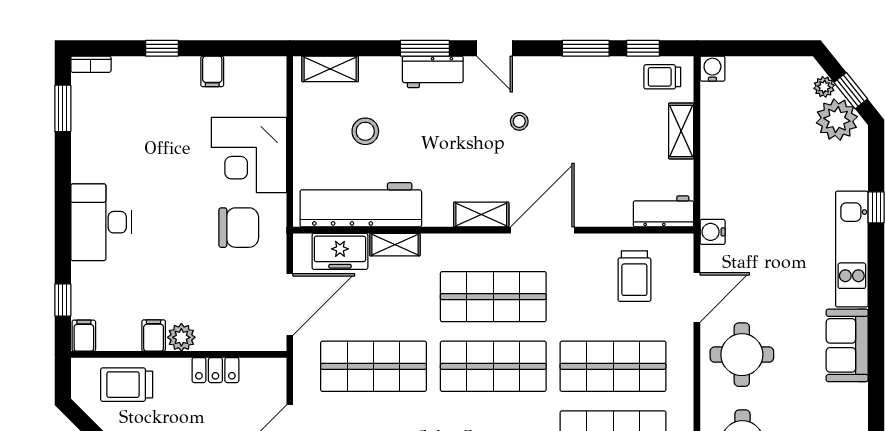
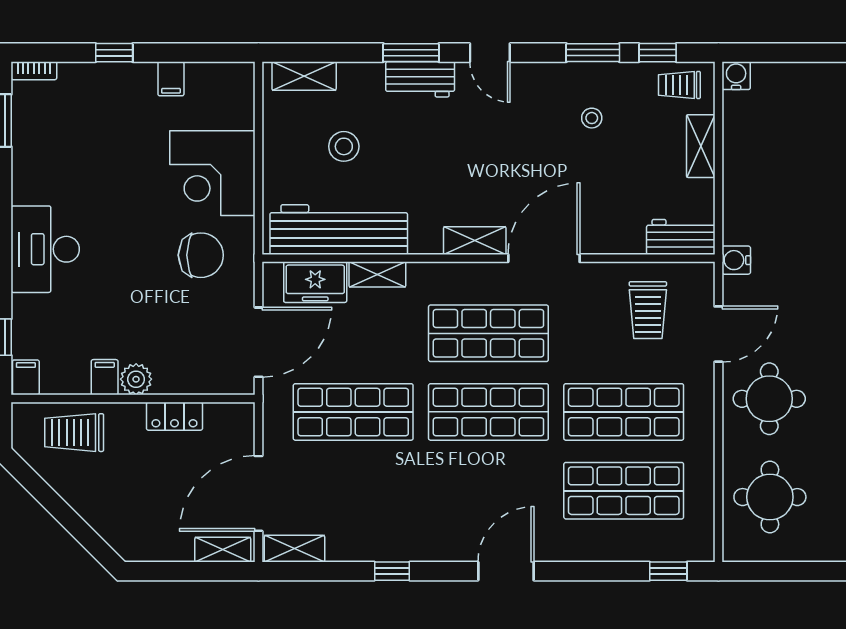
stool: (519, 121) -> (592, 118), moved

